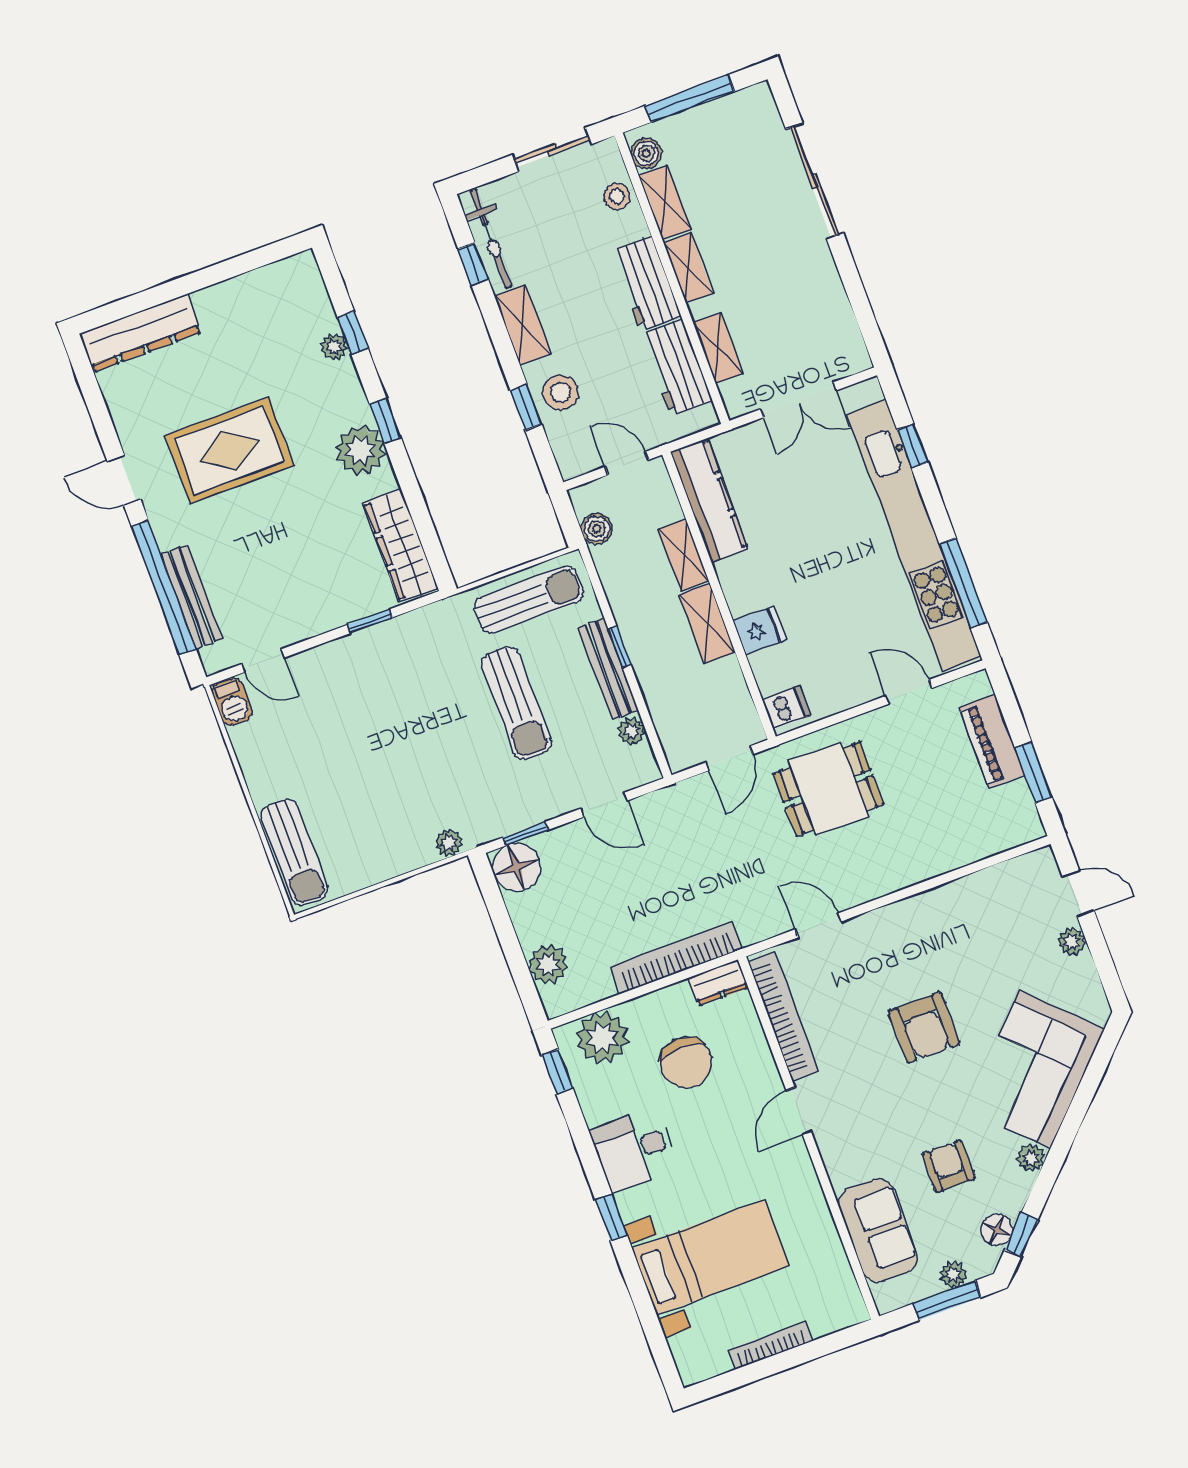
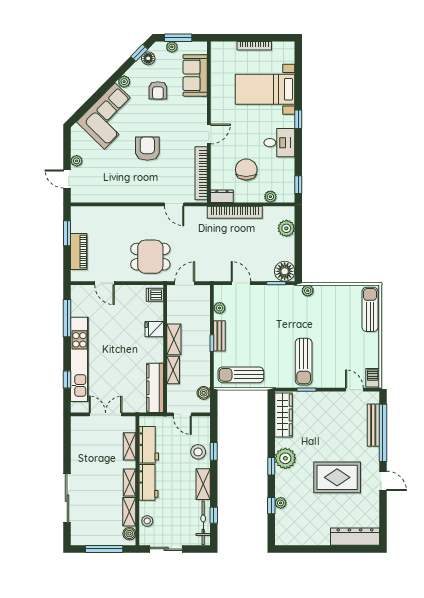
kitchen unit: (914, 536) -> (79, 359), width x0.73
bench: (609, 669) -> (219, 336), width x0.73
sun lounger: (516, 703) -> (304, 362), moved, turned 180
plant: (602, 1038) -> (270, 197), width x0.53, depth x0.53

